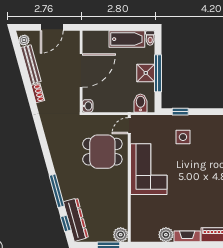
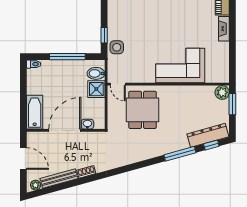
bathtub: (127, 39) -> (35, 112), moved
door: (81, 71) -> (65, 130), hinge flipped
shower: (146, 73) -> (96, 89), moved
washbasin: (88, 106) -> (87, 124), moved
side table: (183, 137) -> (117, 47), moved
corner sofa: (149, 169) -> (180, 66), moved
plant: (166, 235) -> (222, 49), removed

